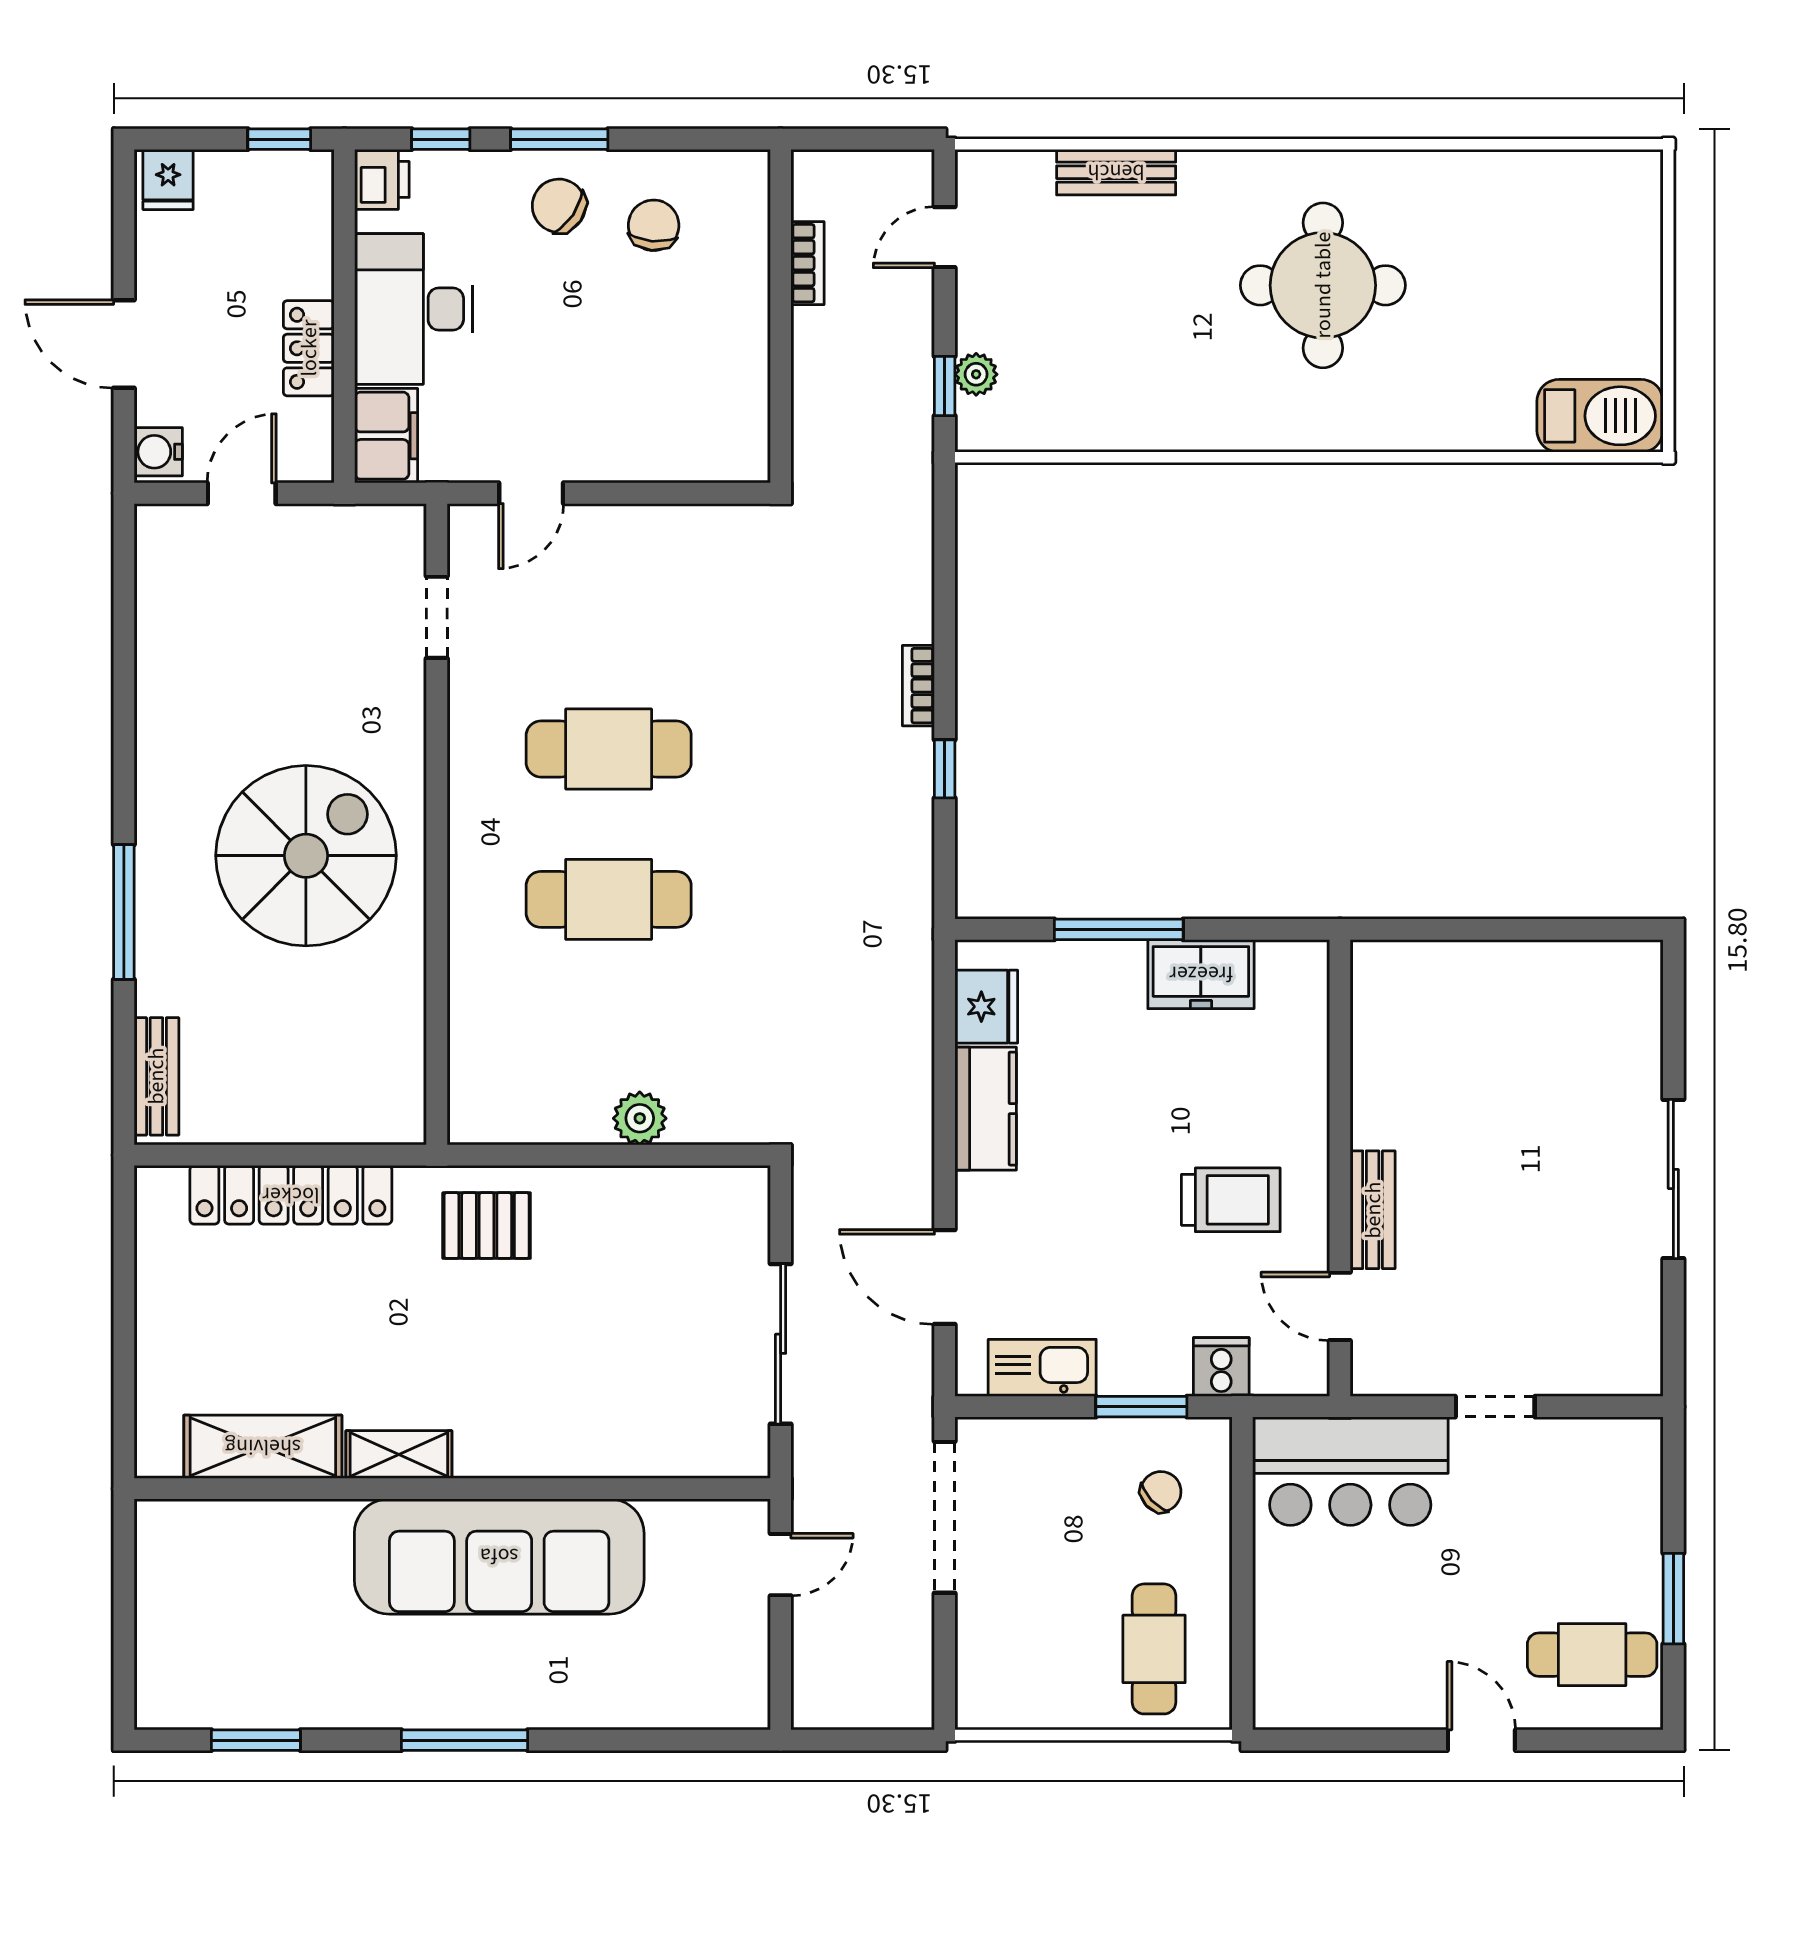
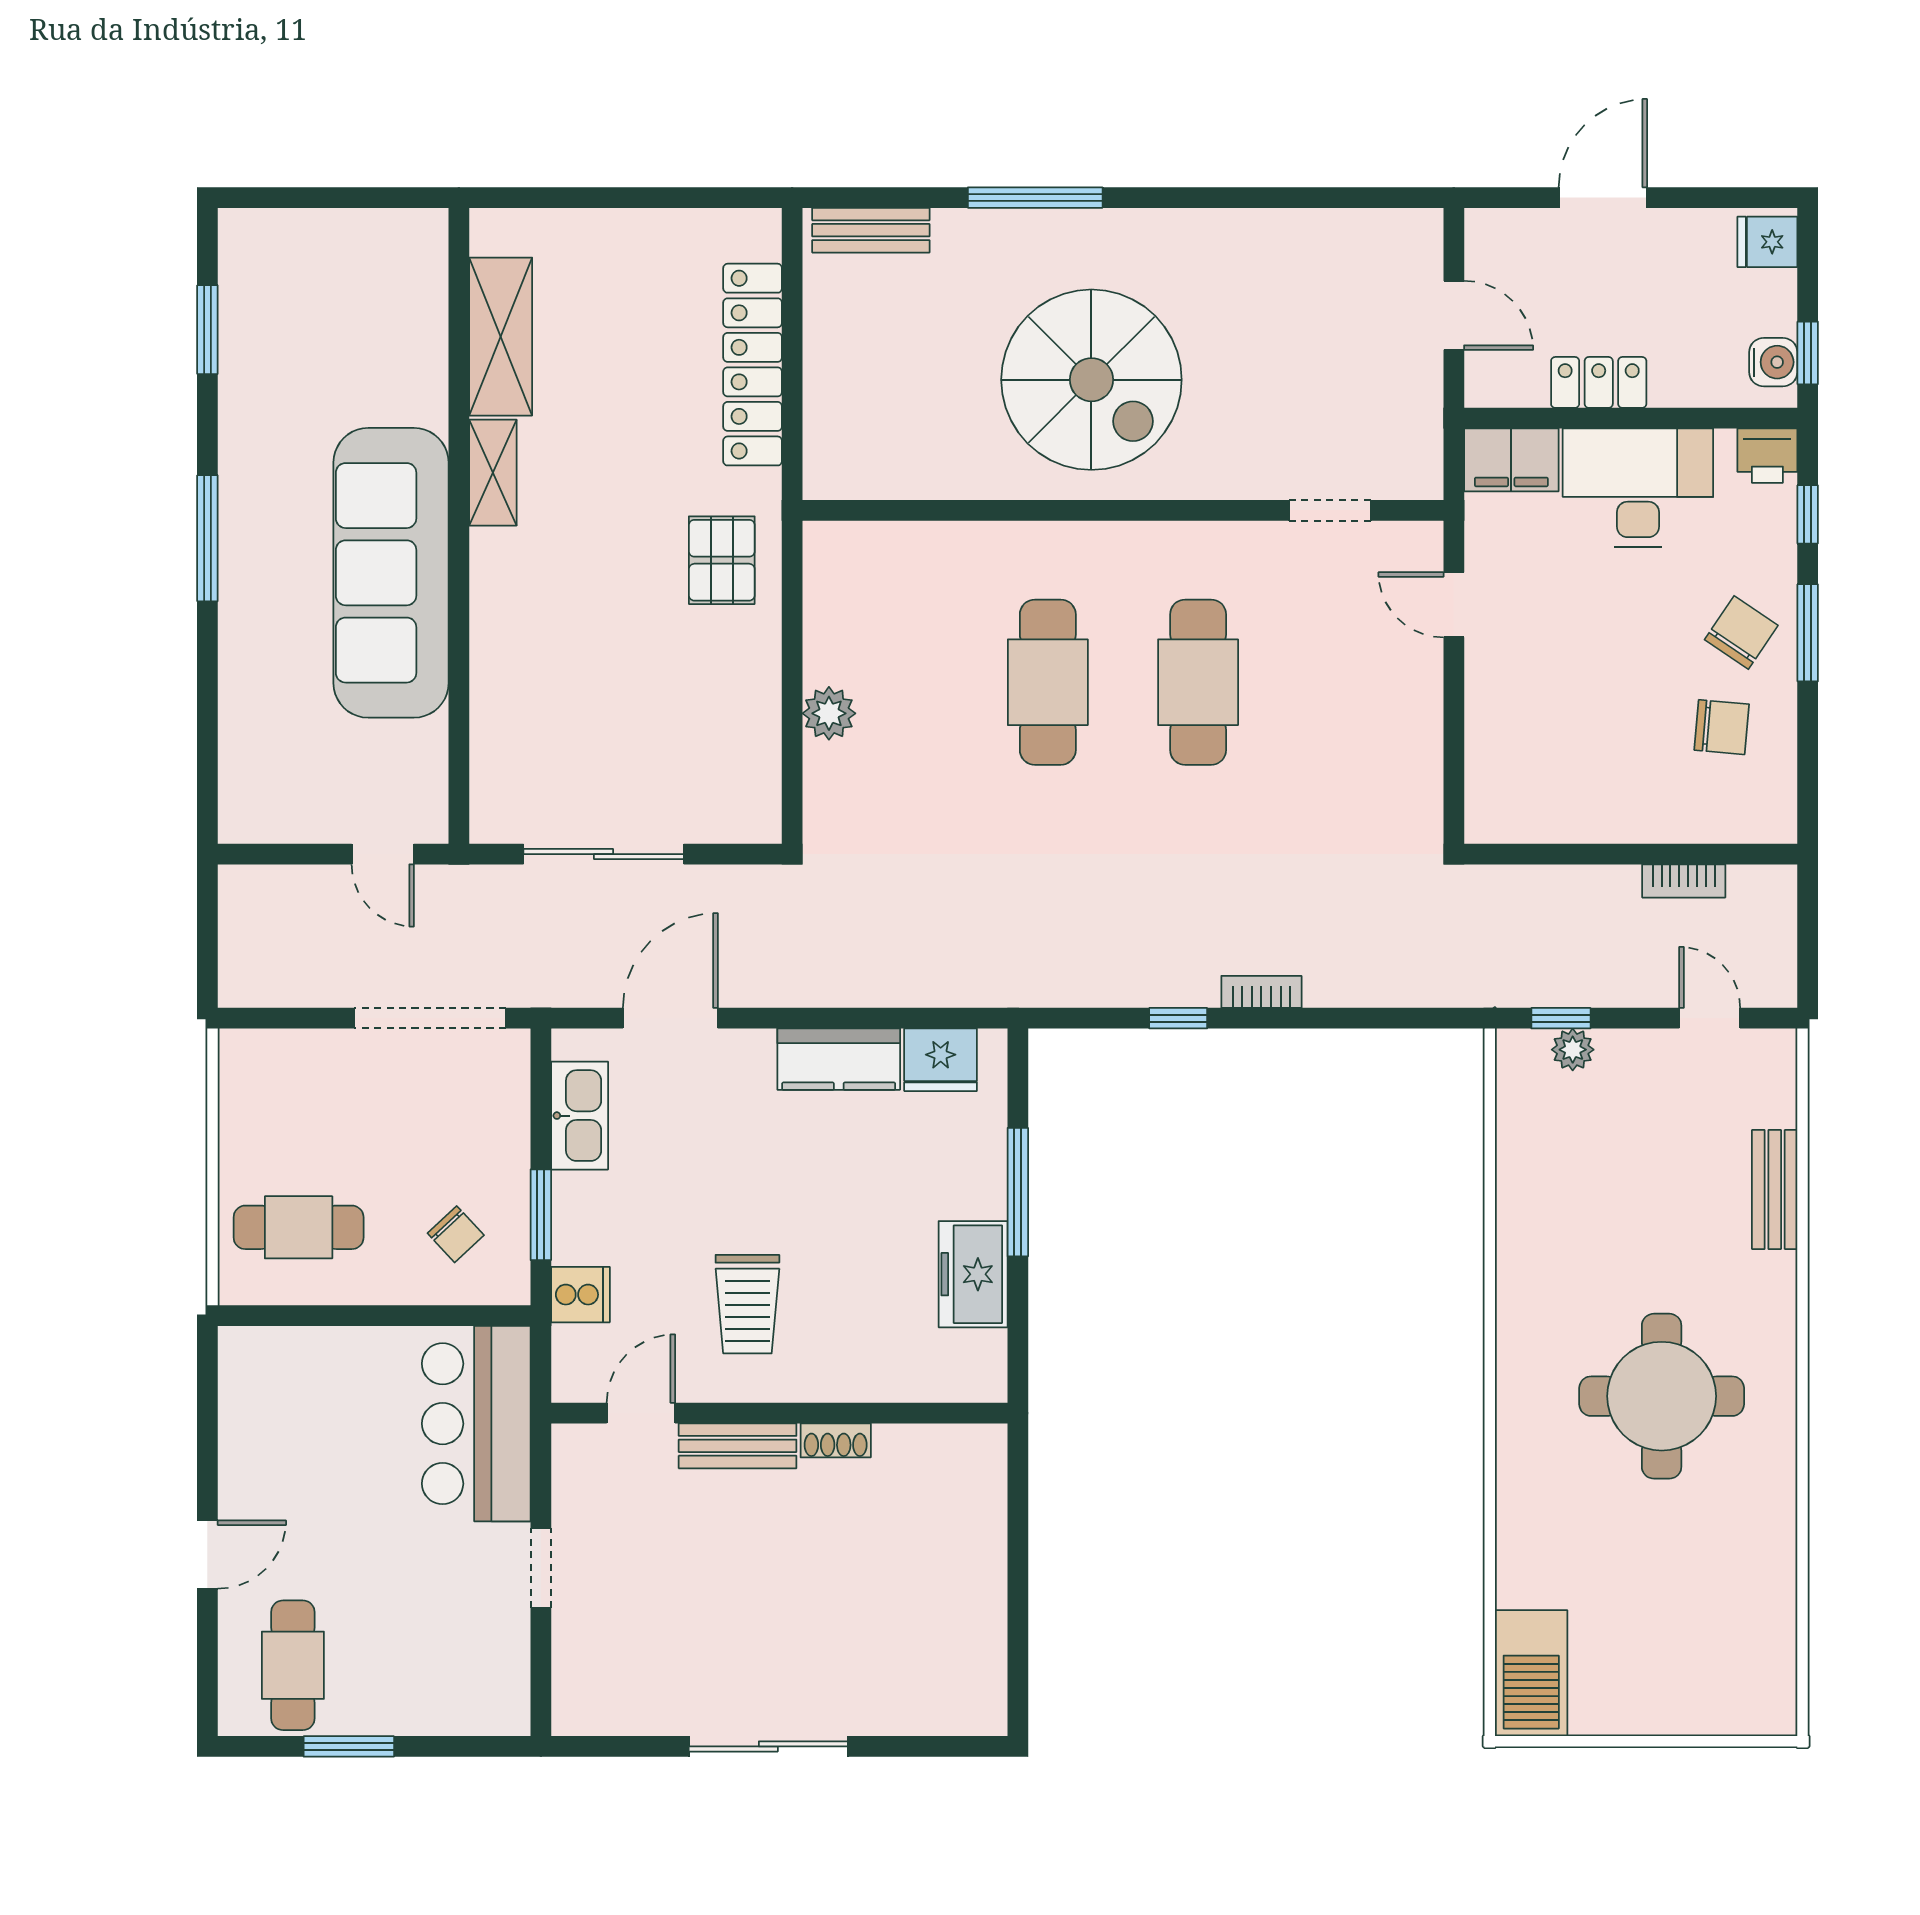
water cooler: (158, 452) -> (1773, 362), moved, turned 90
shoe rack: (1367, 1112) -> (836, 1440), added

